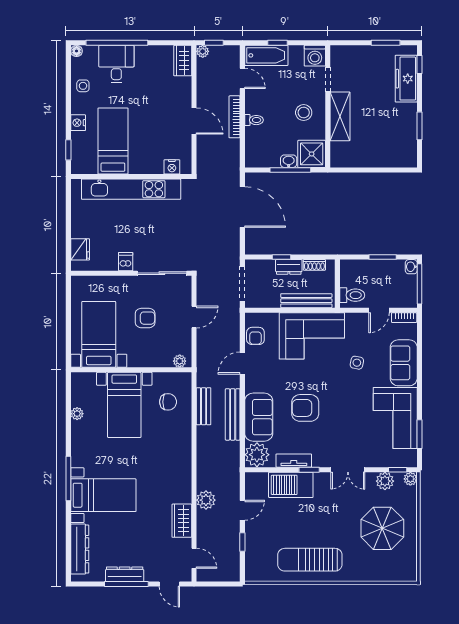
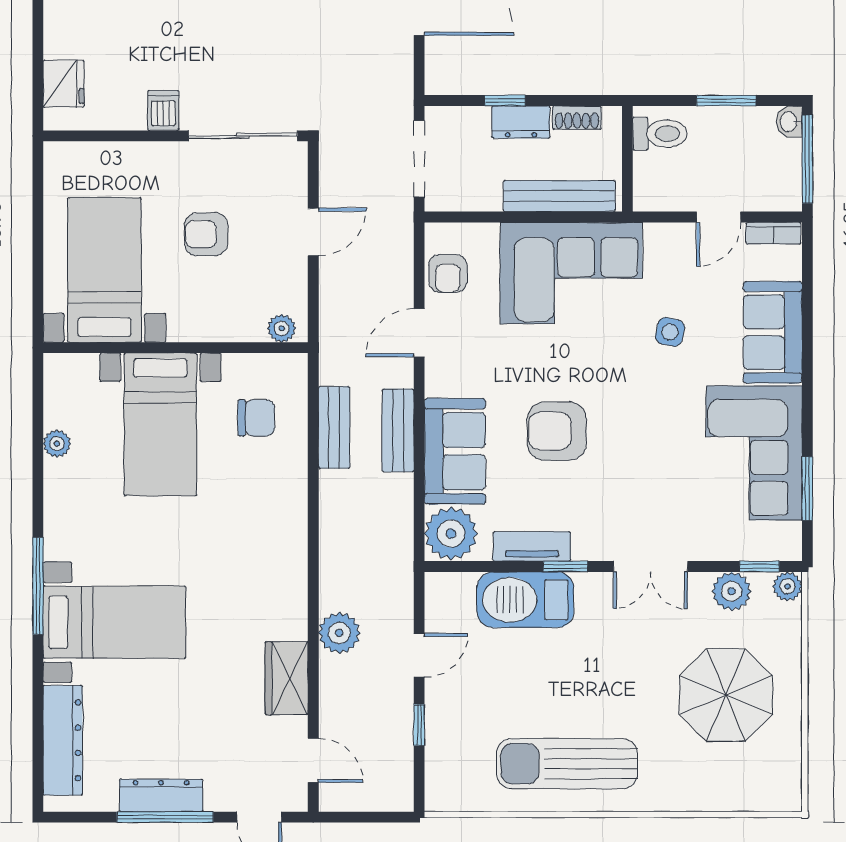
toilet: (352, 295) -> (660, 134), moved
armchair: (145, 318) -> (206, 234), turned 180
bench: (233, 414) -> (398, 430), width x0.73

